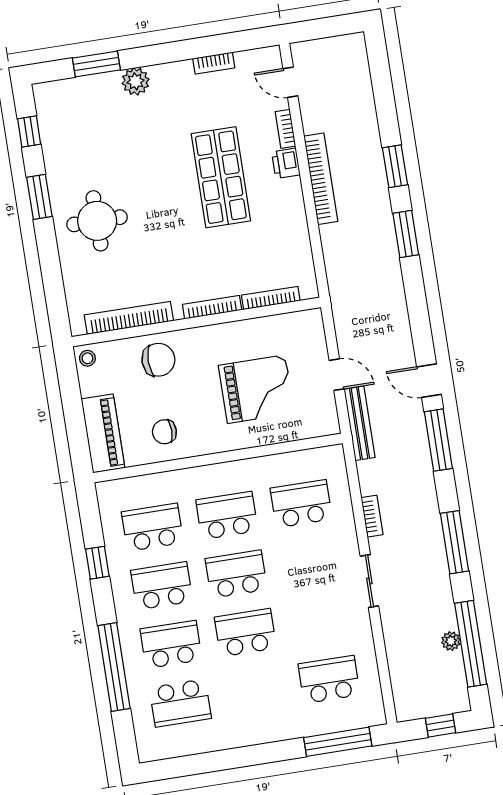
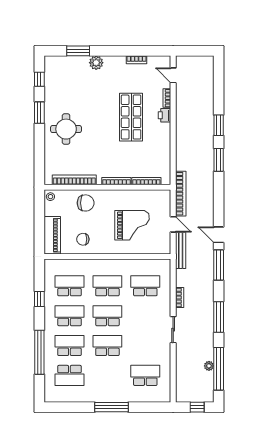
bookcase: (321, 179) -> (181, 194), moved
window: (338, 742) -> (111, 407), moved

